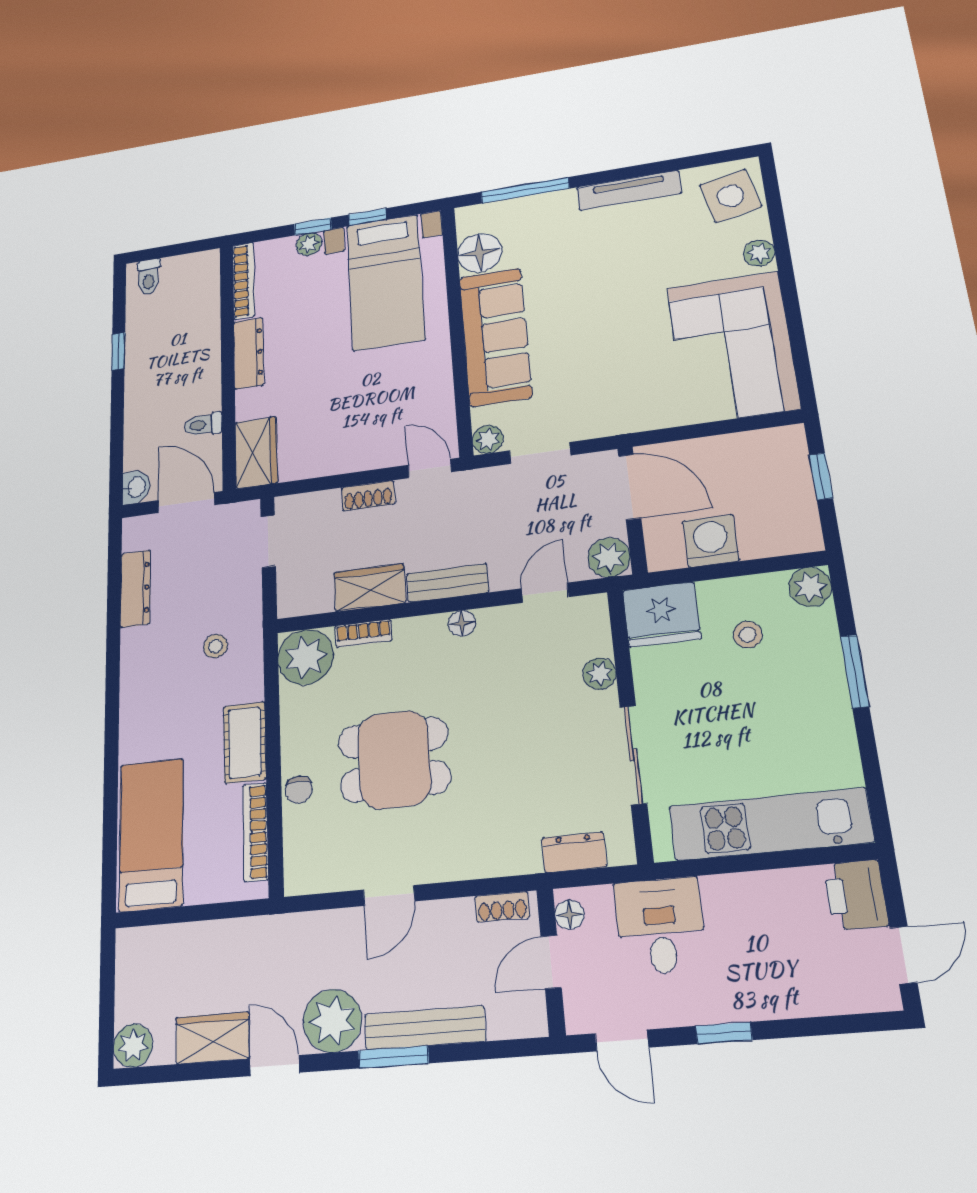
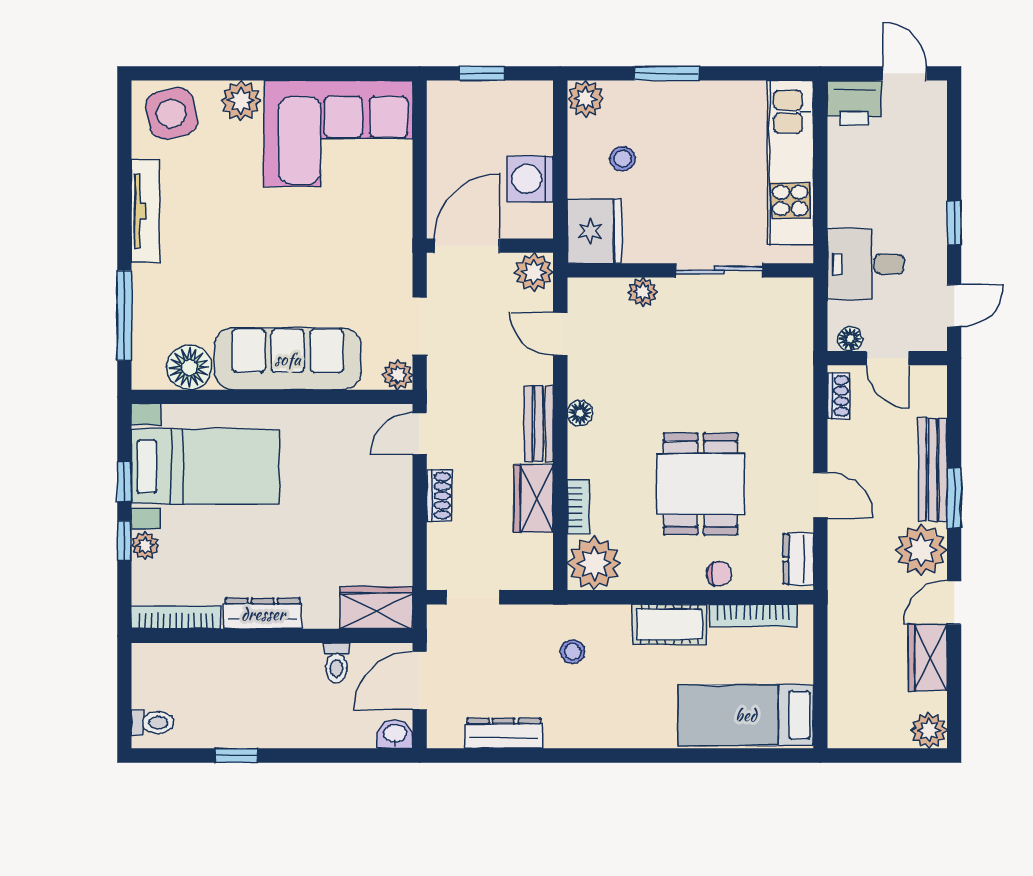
plant: (759, 253) -> (241, 101), width x1.38, depth x1.38
dresser: (574, 852) -> (798, 559), moved

